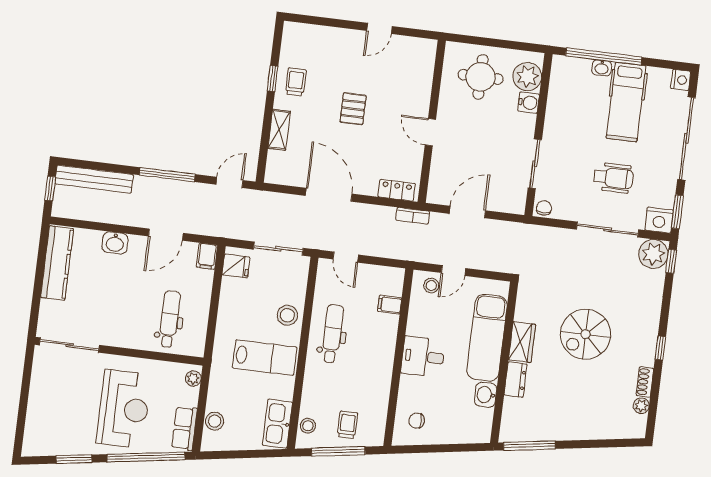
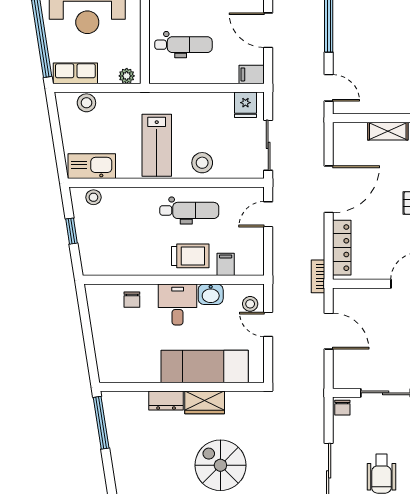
locker: (397, 190) -> (342, 248), width x1.53
chair: (544, 208) -> (342, 408), turned 90
washbasin: (486, 395) -> (211, 294), moved, turned 180
chair: (417, 421) -> (132, 300), moved, turned 180
trolley: (347, 425) -> (190, 256), moved, width x1.36, depth x1.39
window: (338, 451) -> (72, 231), width x0.46

